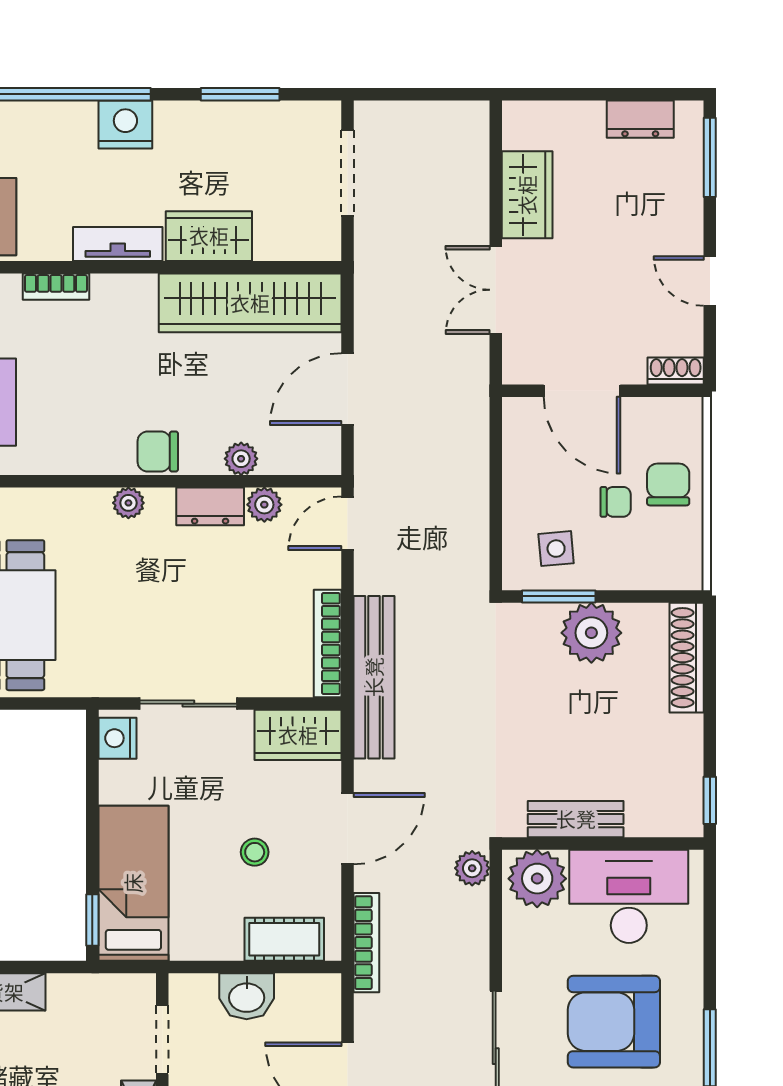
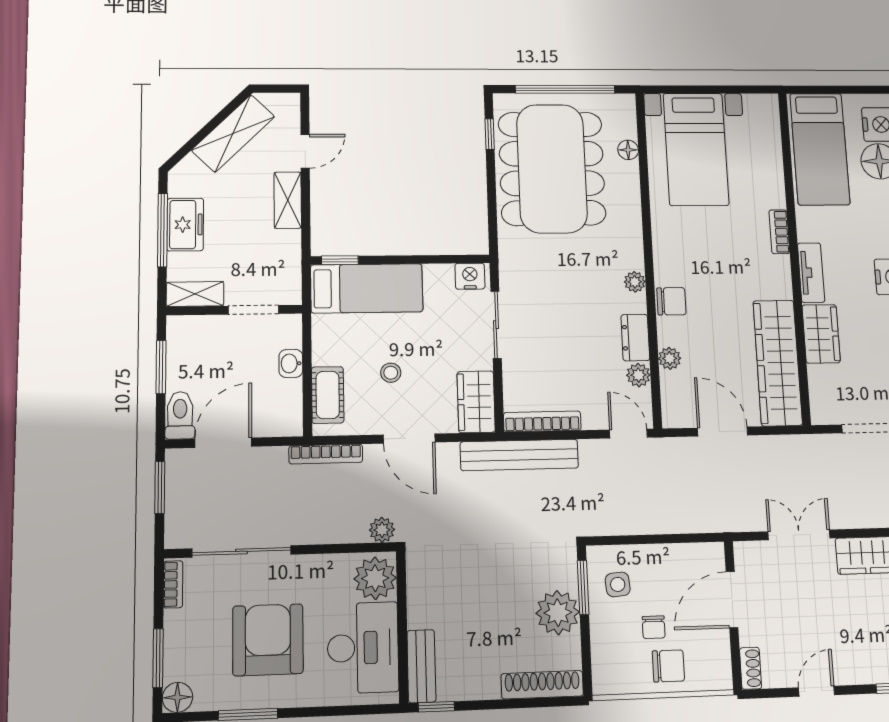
chair: (158, 452) -> (671, 301), turned 90
bench: (576, 819) -> (421, 666), moved
washbasin: (247, 996) -> (291, 363), width x0.72, depth x0.69

